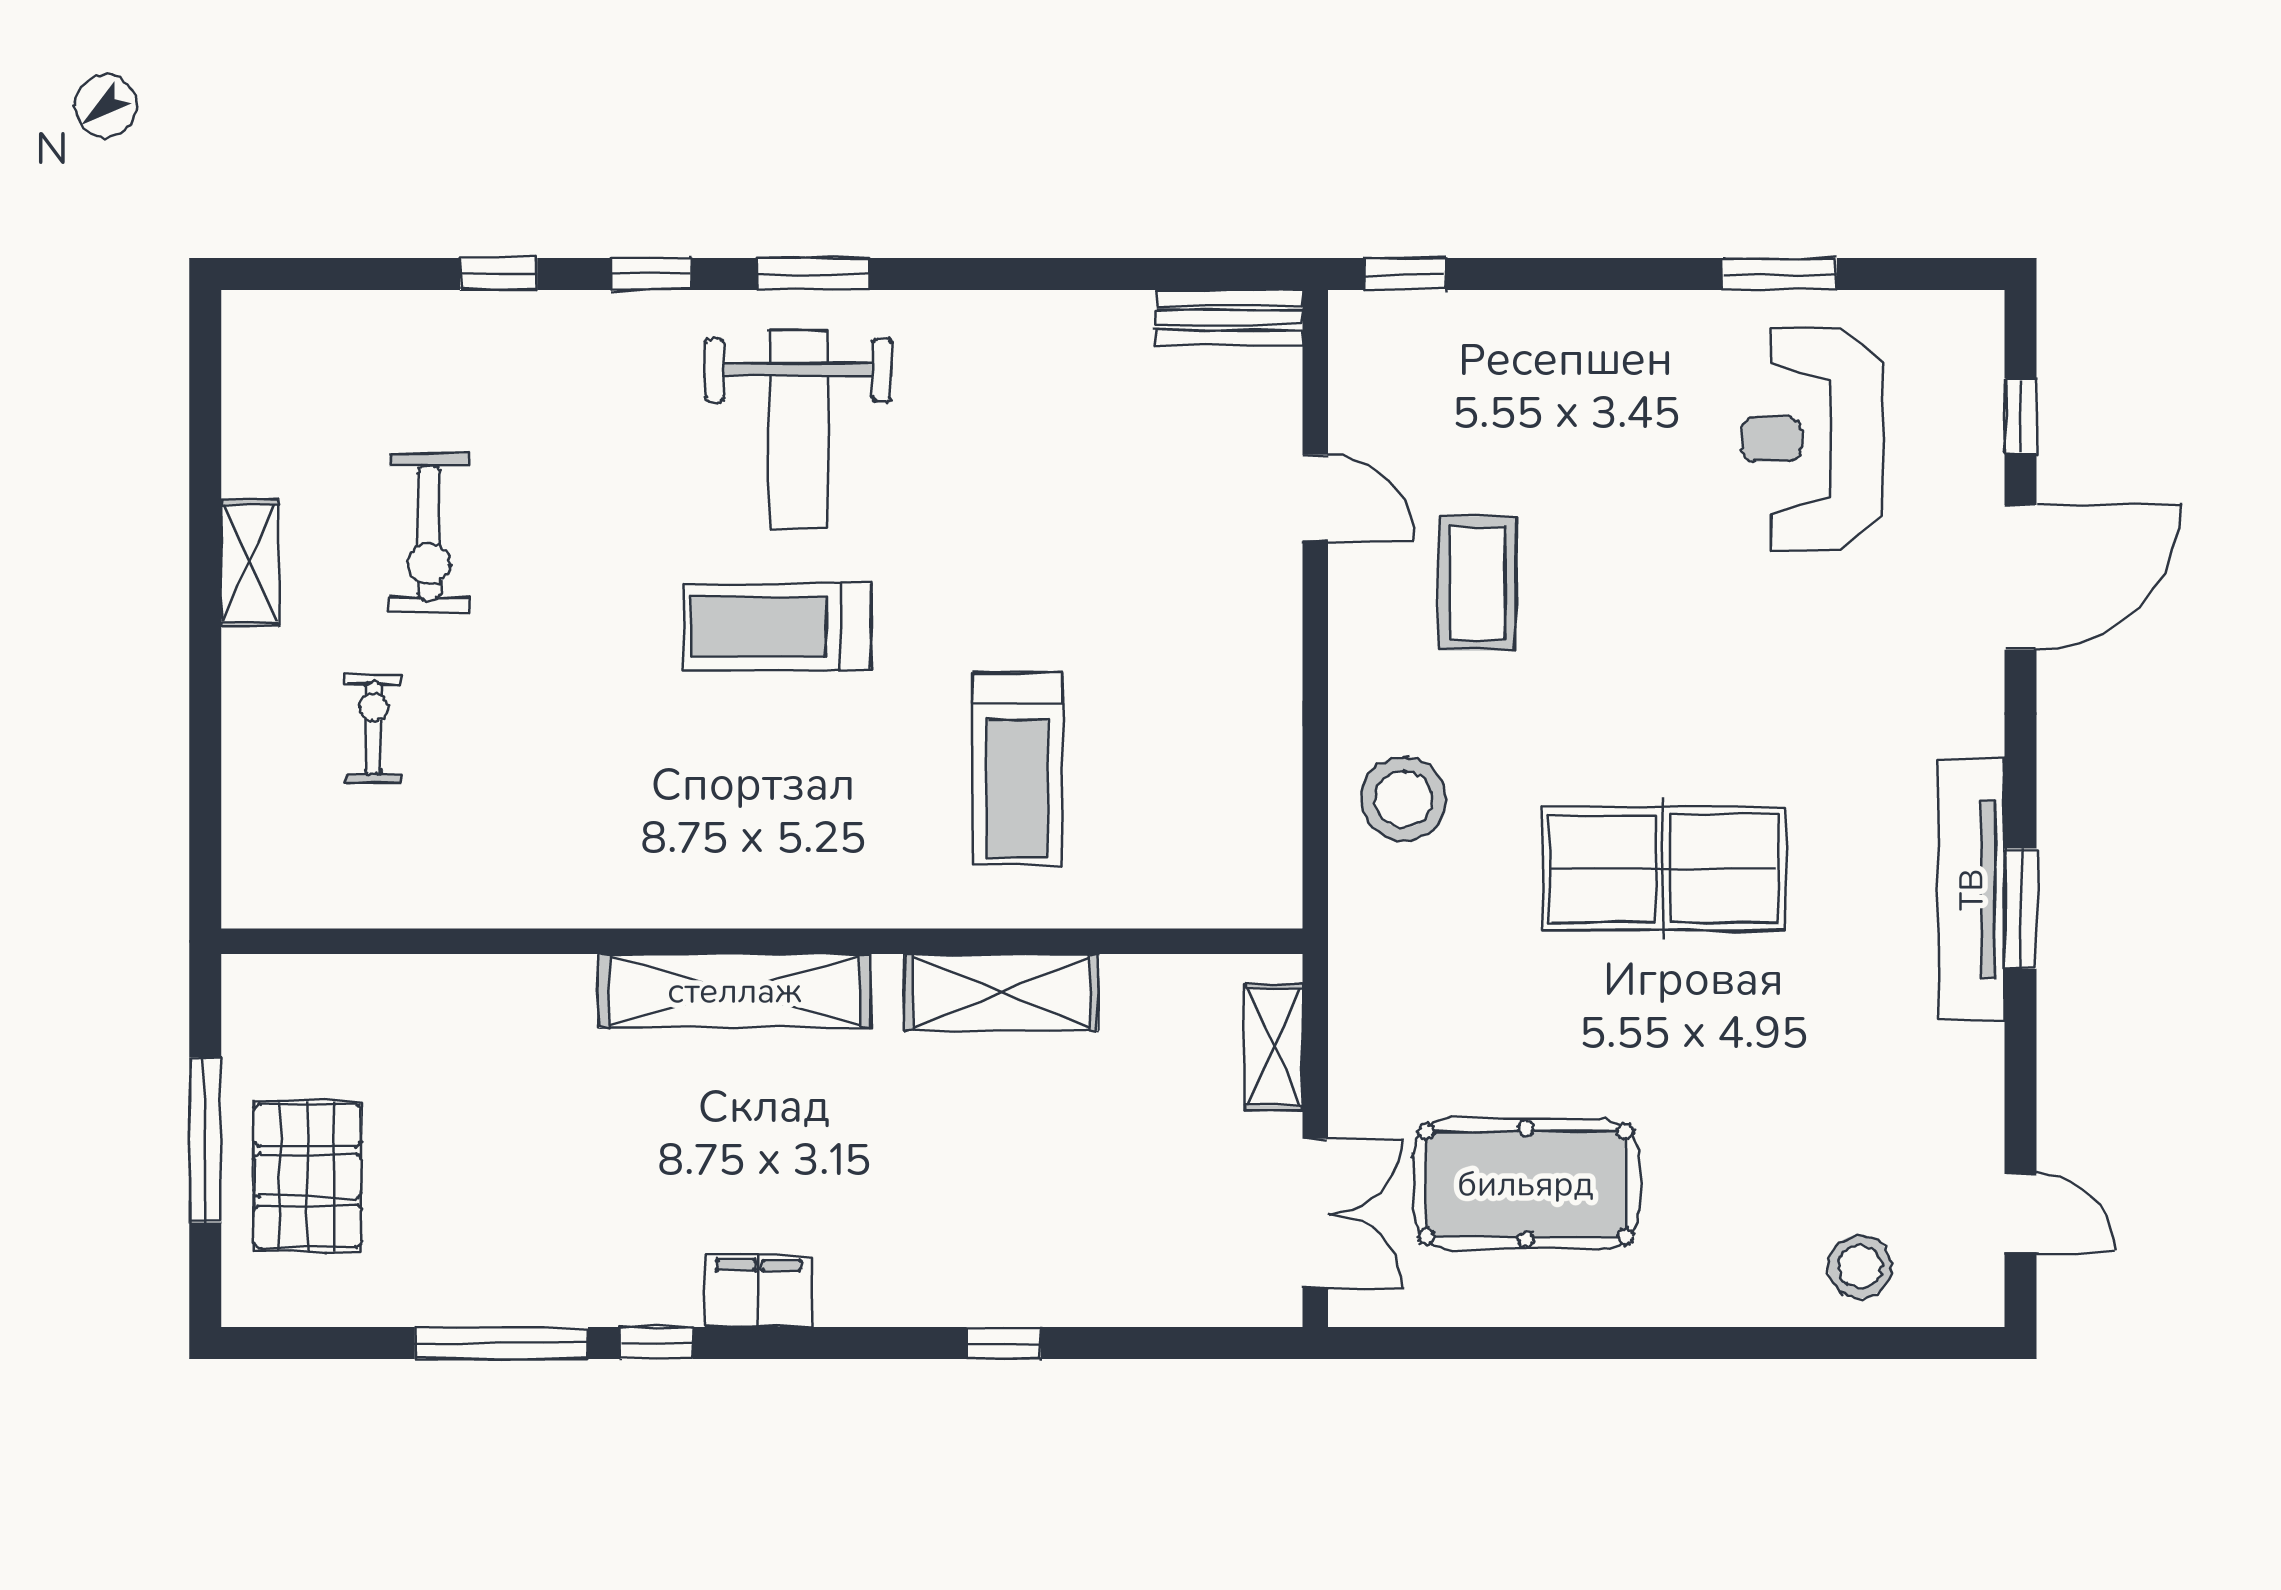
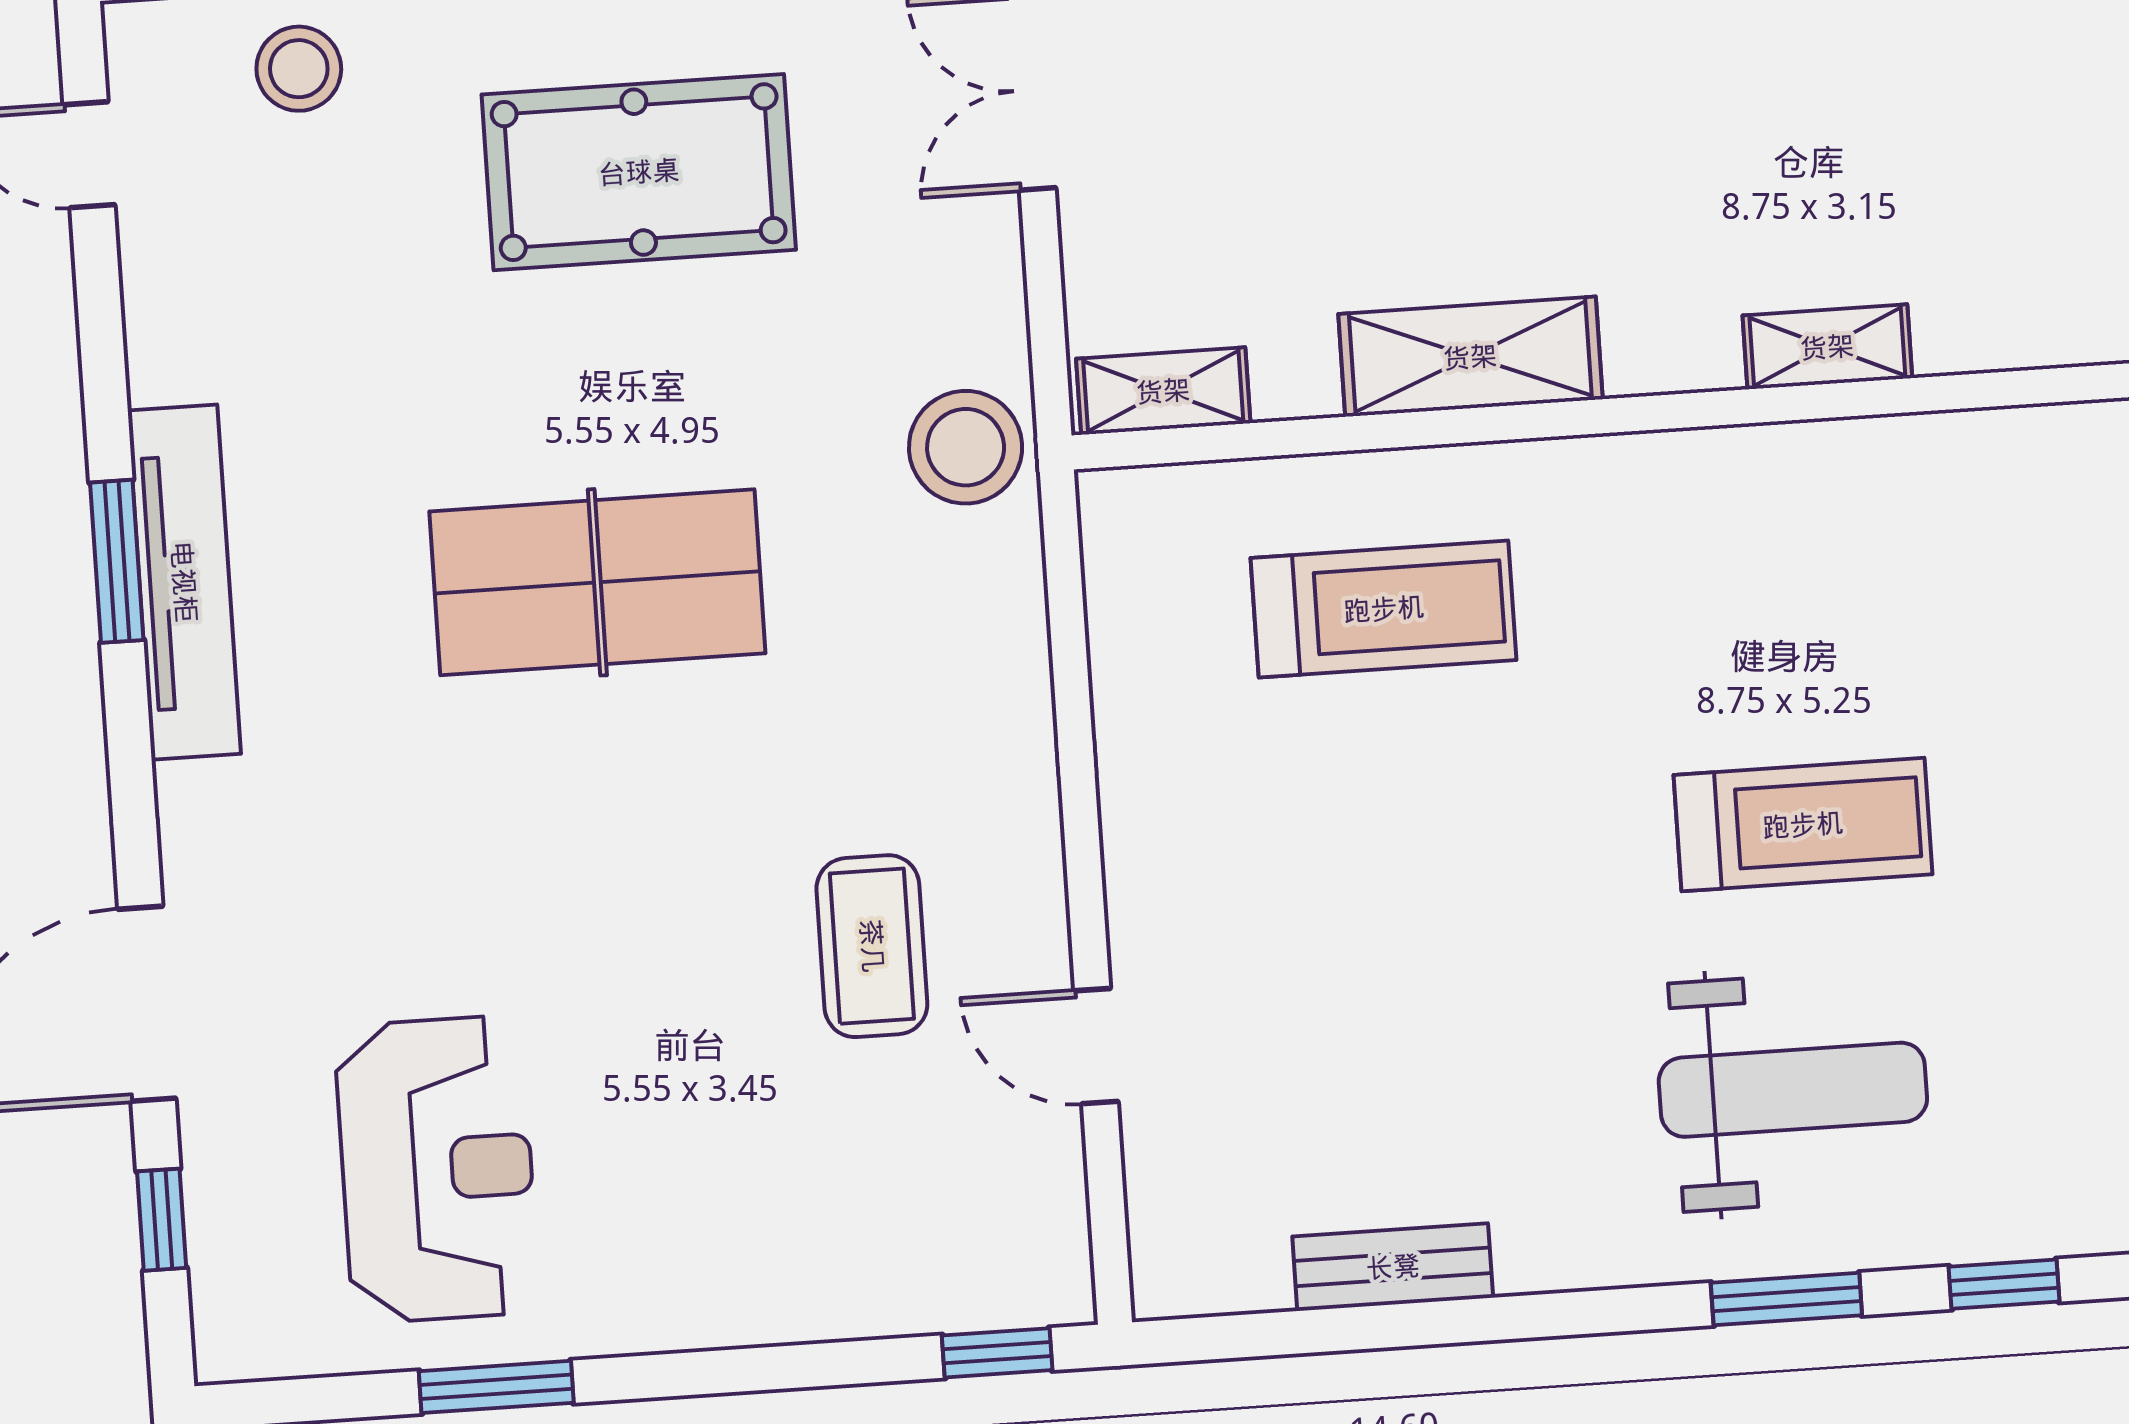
bench: (1229, 318) -> (1393, 1267), moved
weight bench: (798, 430) -> (1793, 1090), turned 90
treadmill: (1017, 769) -> (1384, 609), moved, turned 90
stool: (1404, 799) -> (966, 447), moved
shelving: (735, 991) -> (1827, 347), width x0.45, depth x0.75
shelving: (1274, 1047) -> (1163, 391), moved, turned 90
pool table: (1526, 1184) -> (639, 172), moved

